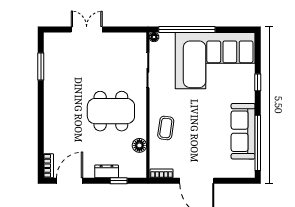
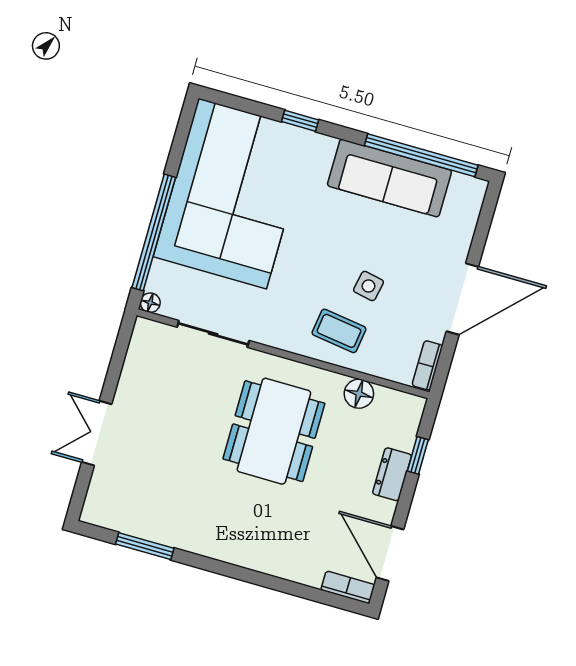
side table: (190, 136) -> (368, 286), added

